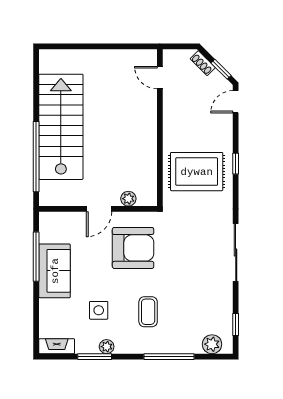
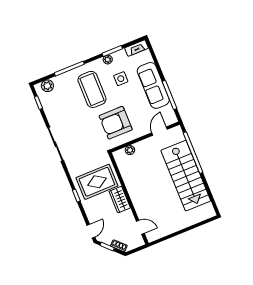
wardrobe: (174, 131) -> (120, 200), added
door: (99, 209) -> (160, 131), moved
sofa: (55, 271) -> (153, 85), width x1.36
coffee table: (148, 312) -> (92, 89), width x1.86, depth x1.72

